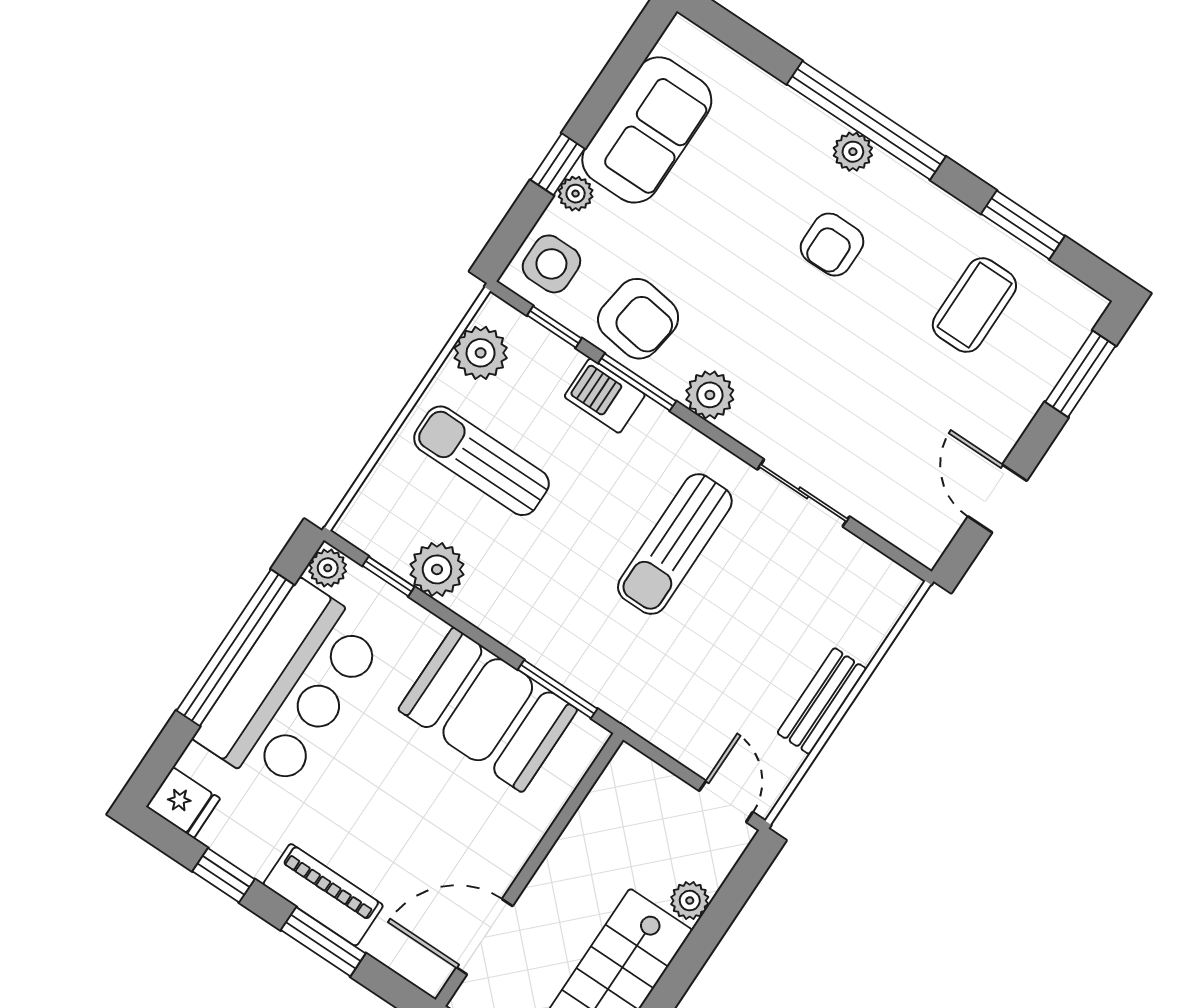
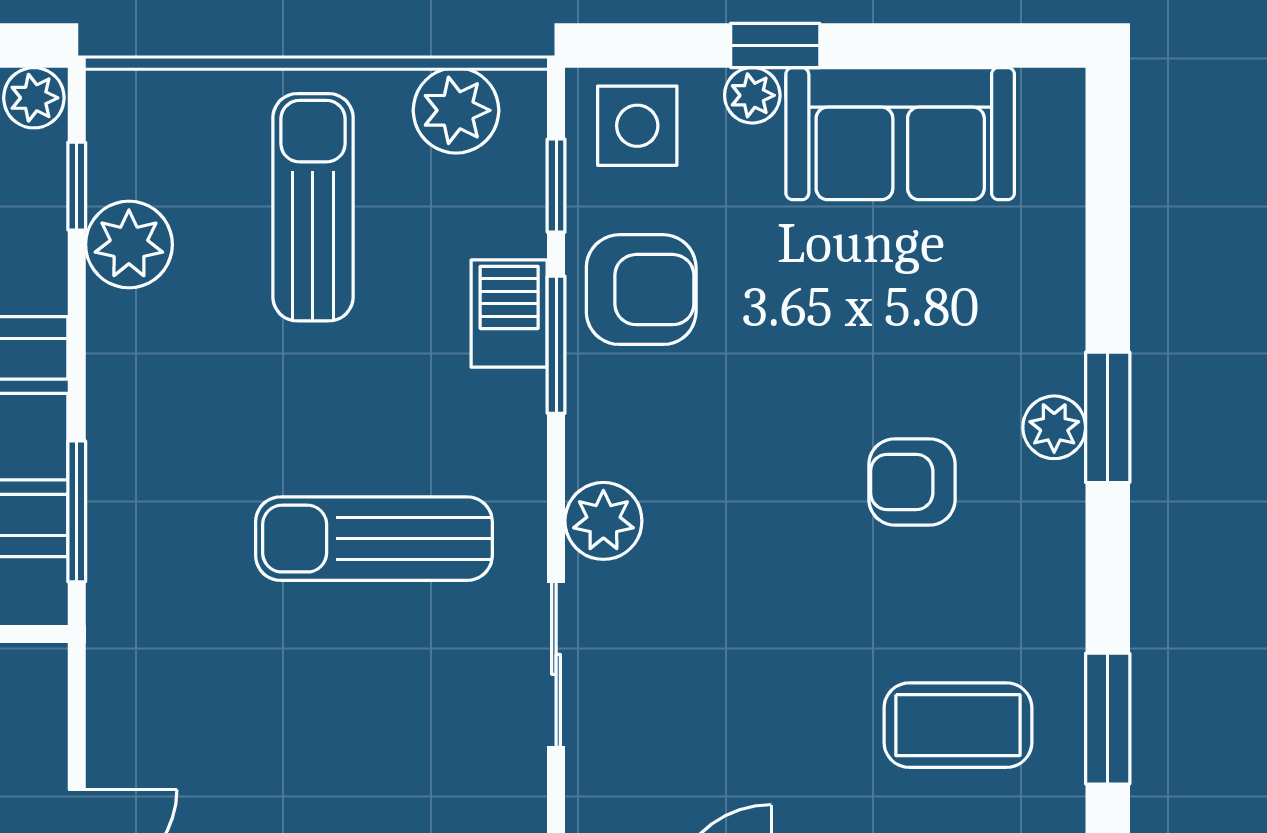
window: (866, 120) -> (1108, 417), width x0.47
armchair: (638, 319) -> (641, 290), turned -98
plant: (710, 395) -> (603, 521), moved

